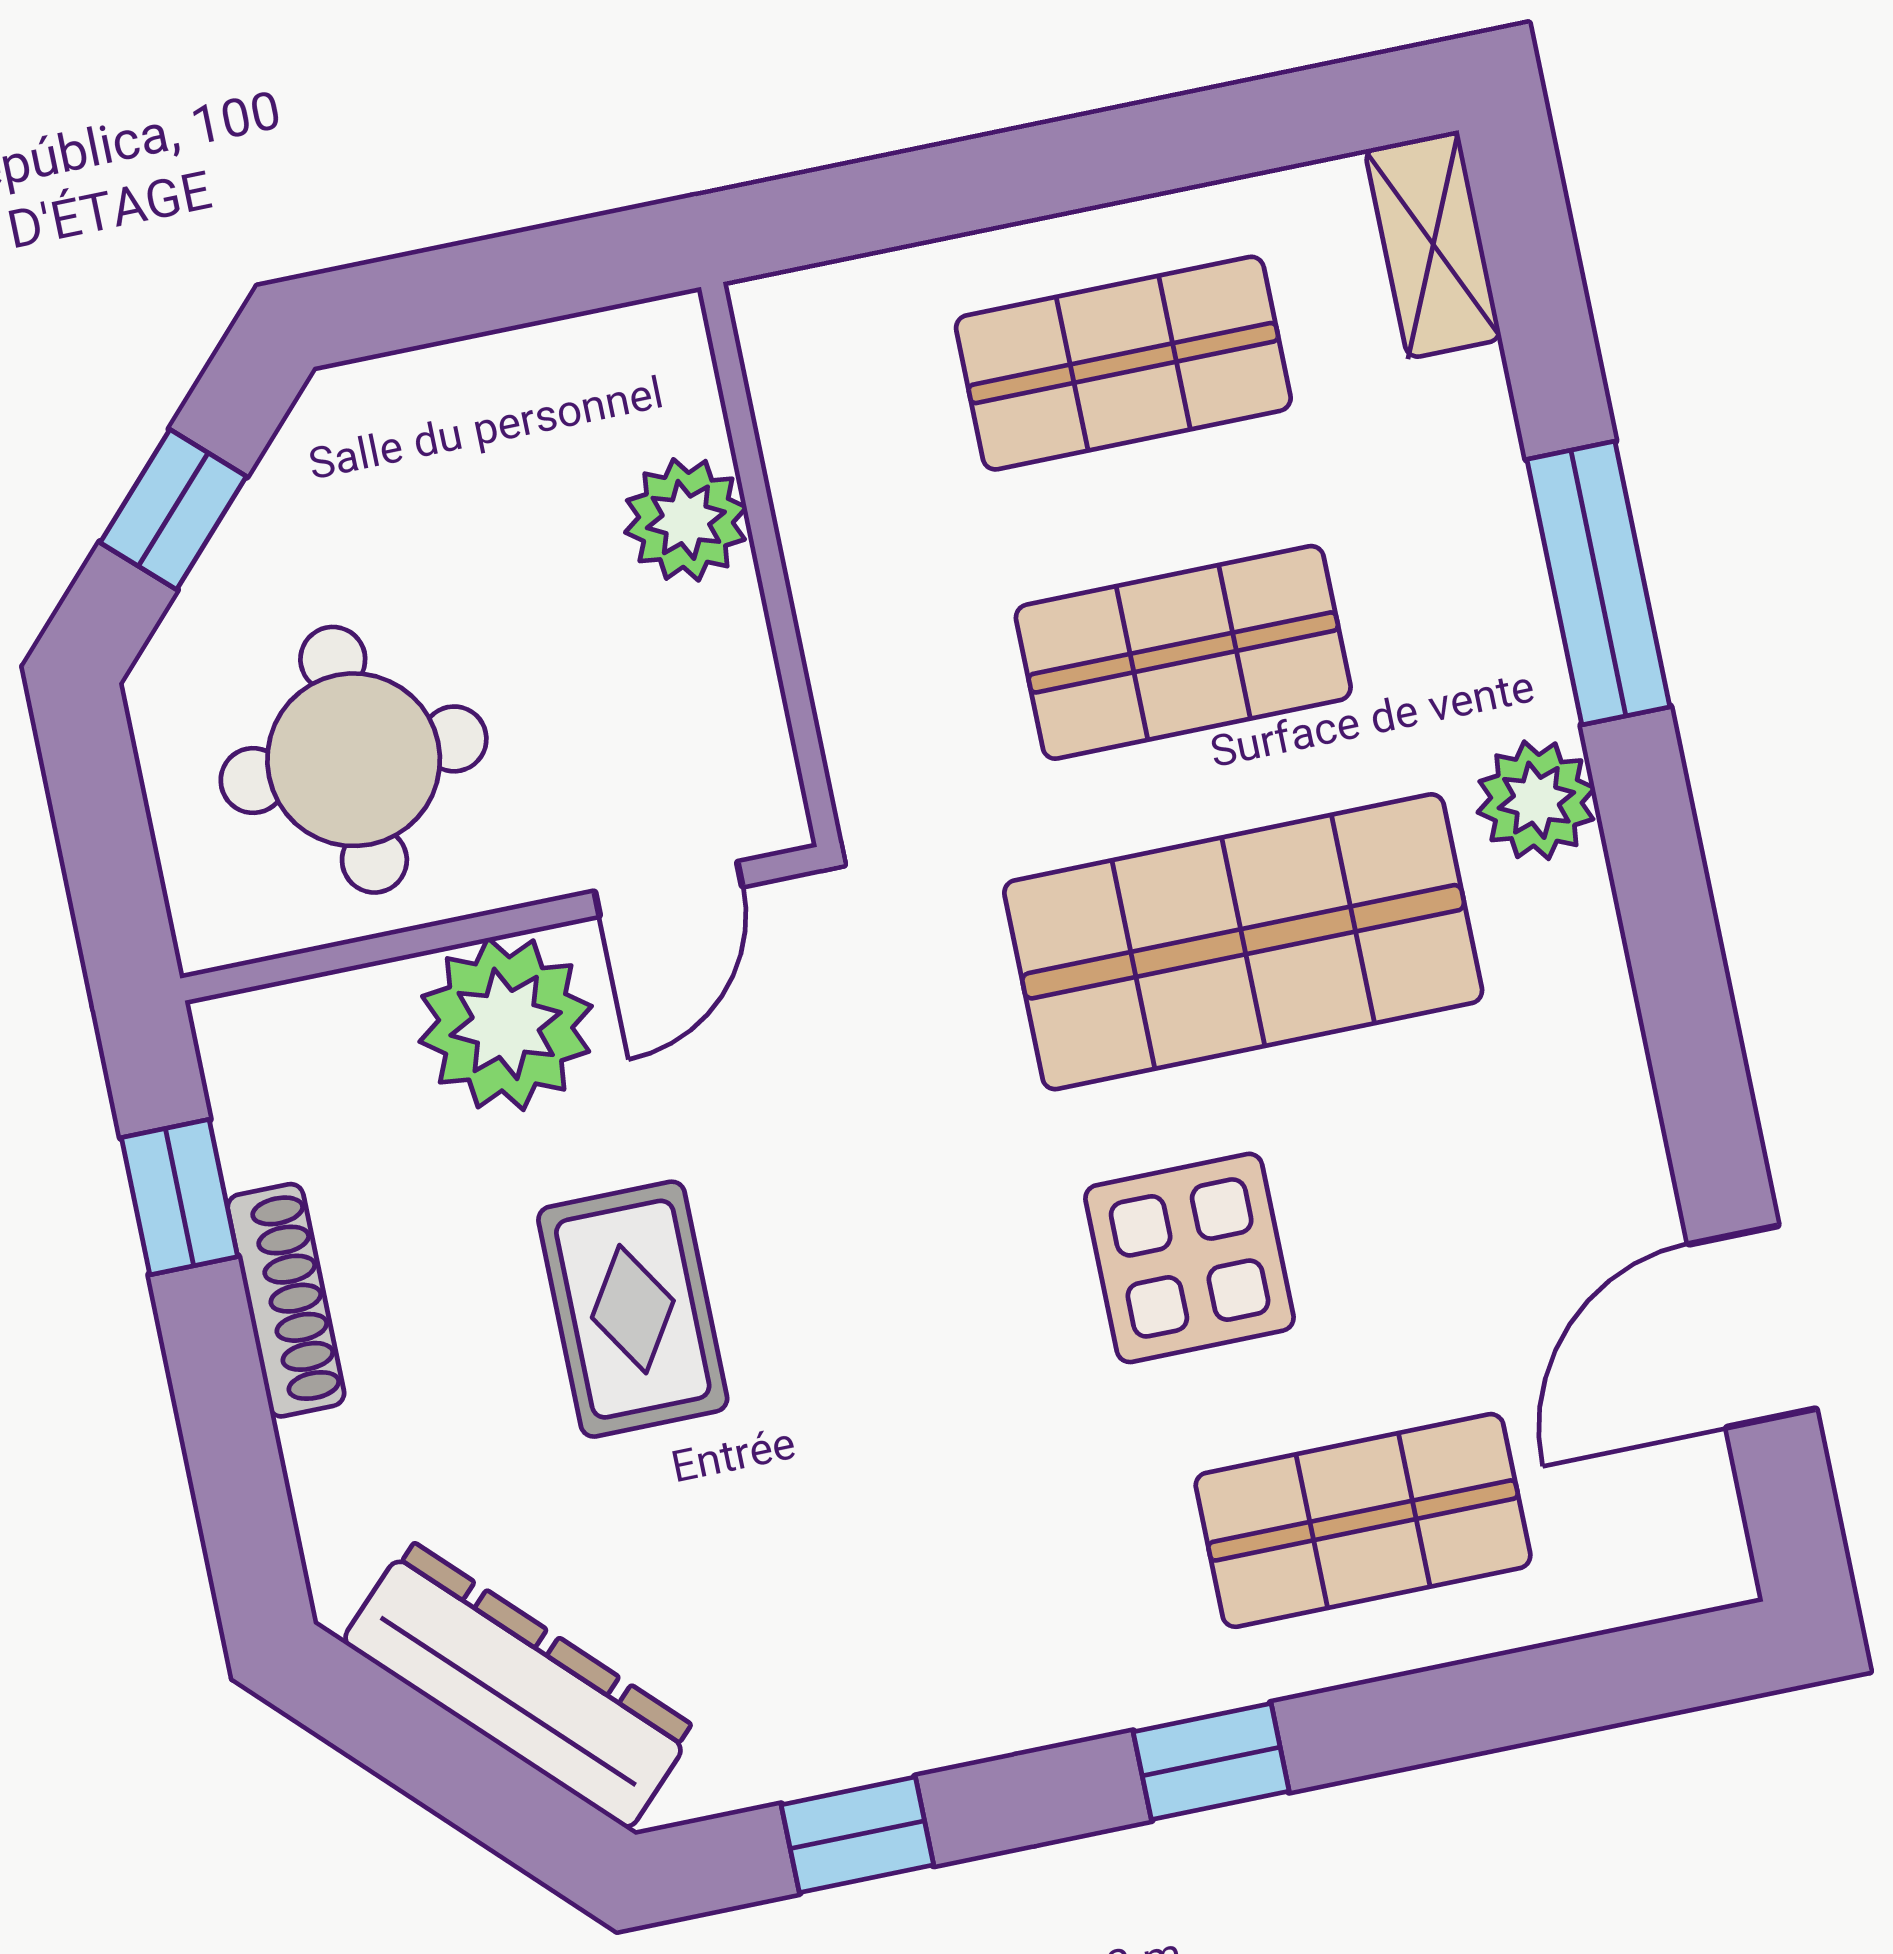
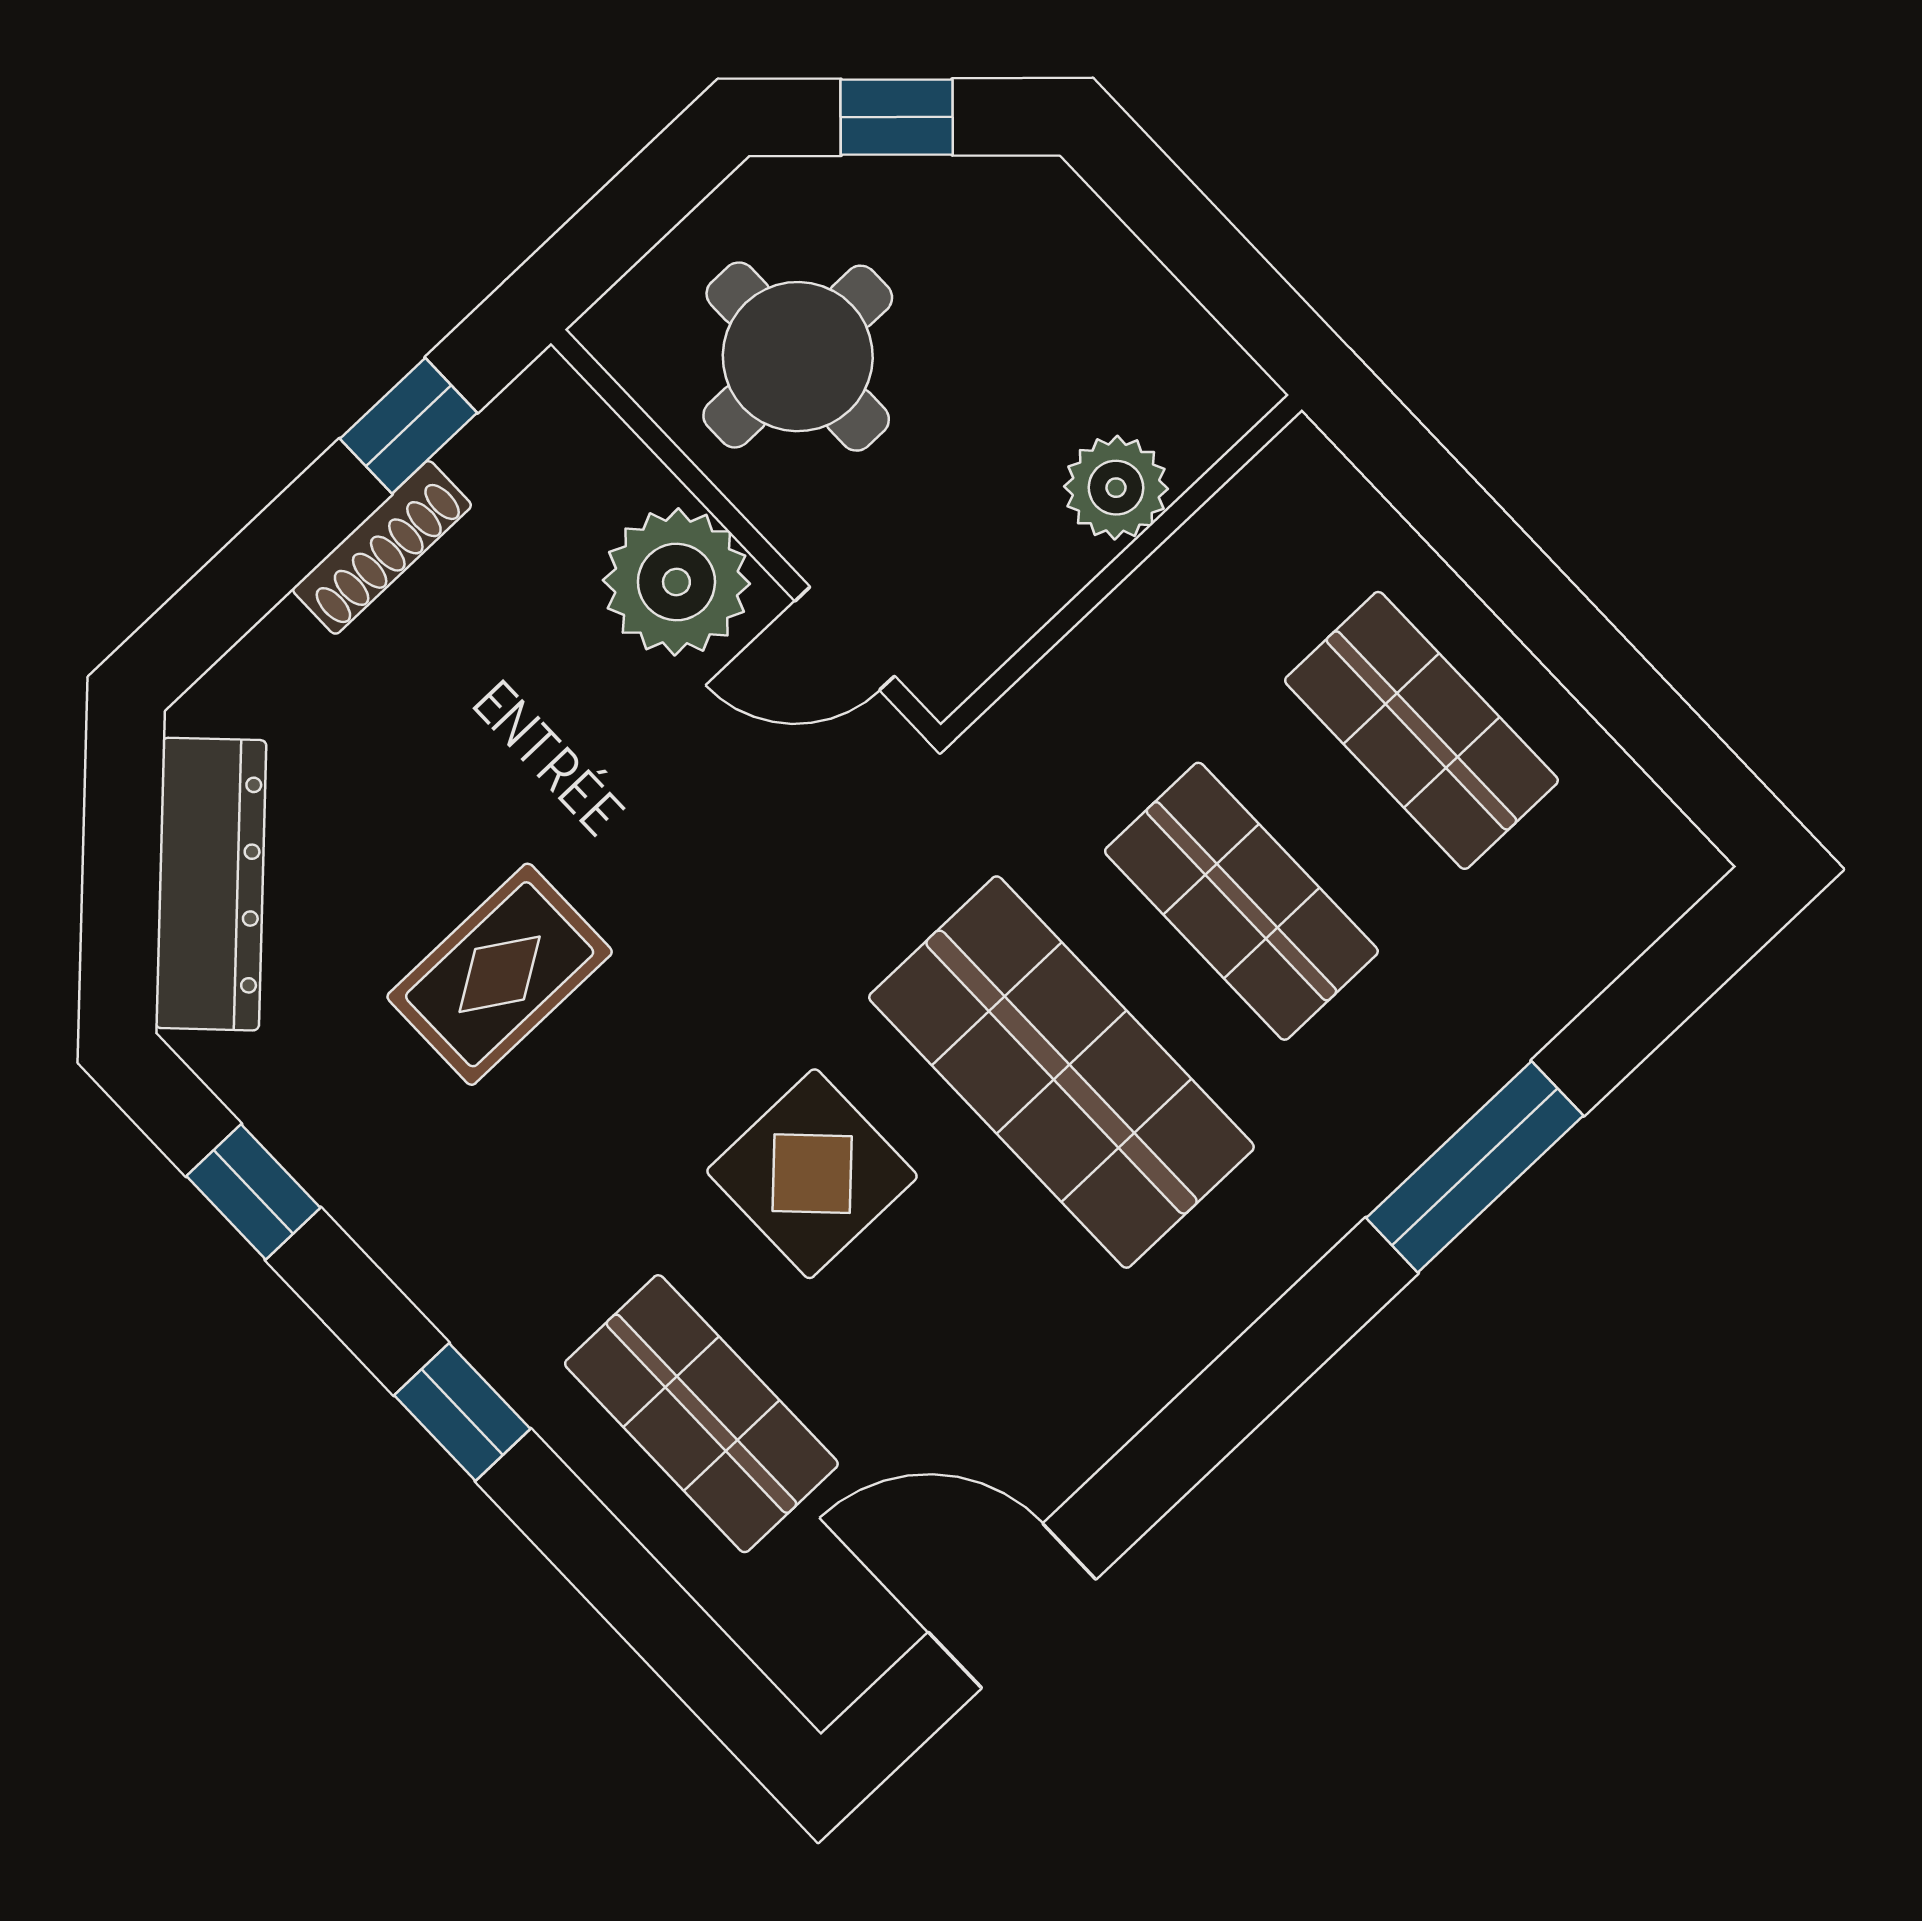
shelving: (1433, 244) -> (1643, 899), removed
plant: (1536, 800) -> (1292, 1219), removed
rug: (633, 1309) -> (500, 974), moved

